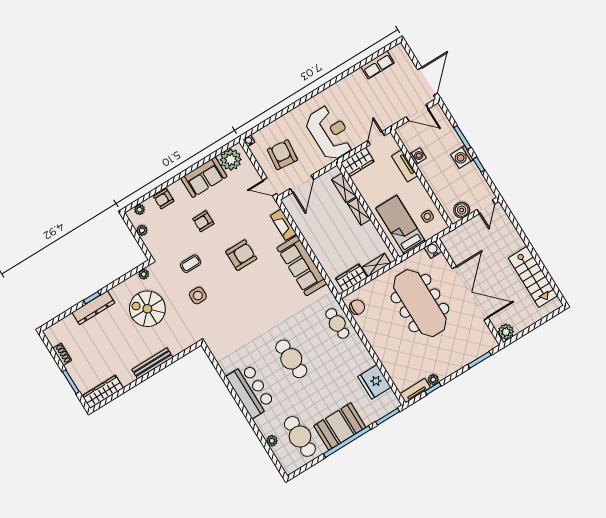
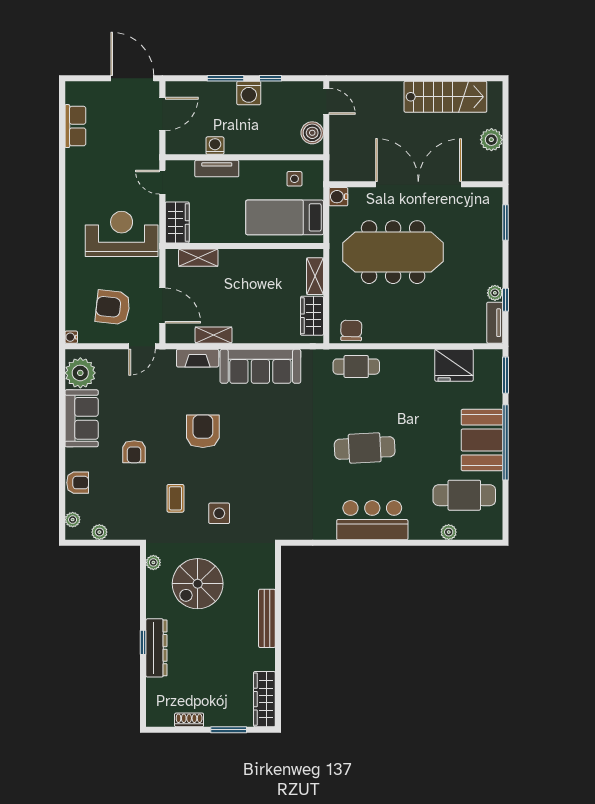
armchair: (164, 199) -> (78, 483), turned -90
shelving: (359, 211) -> (214, 335), moved
plant: (506, 332) -> (491, 140), moved

